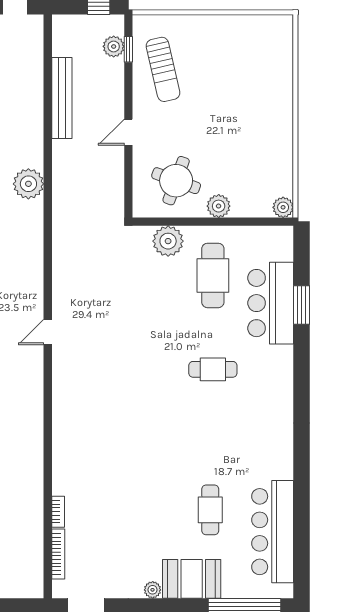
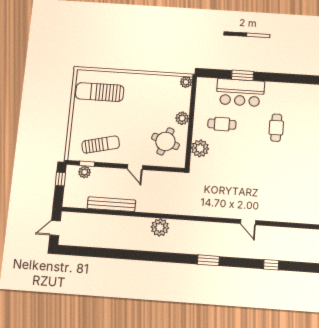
sun lounger: (255, 58) -> (100, 92), added
cafe table: (213, 275) -> (222, 124), width x0.73, depth x0.74

